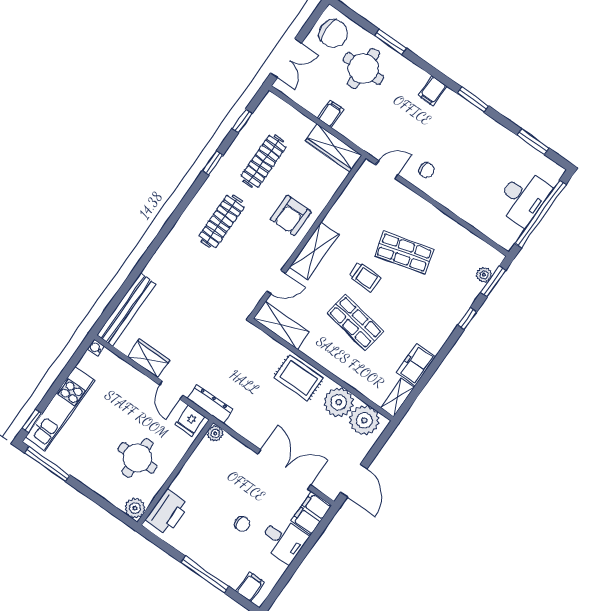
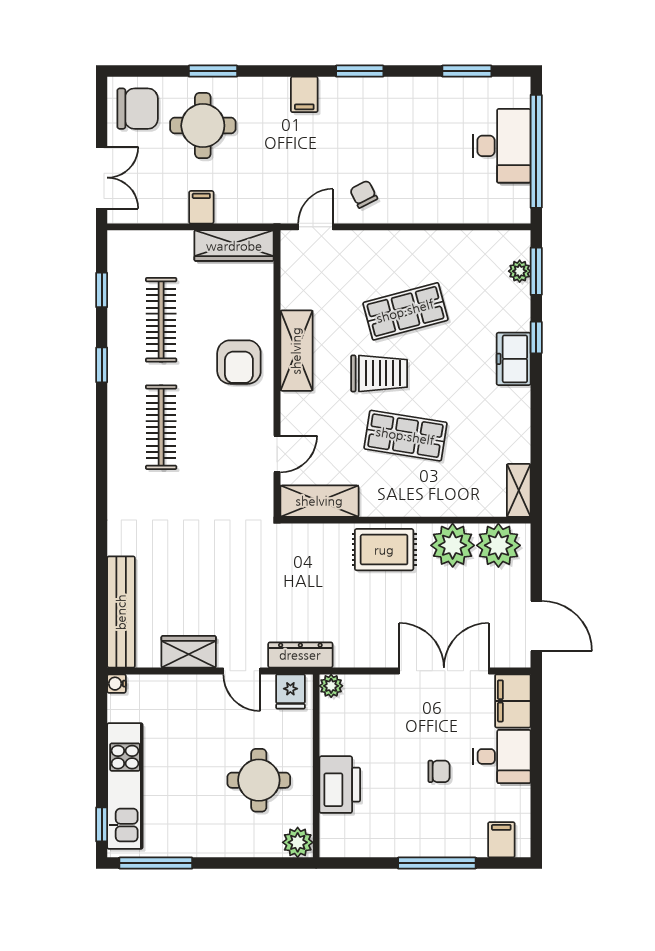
chair: (427, 170) -> (364, 194), turned -117
shelving: (314, 251) -> (296, 351), moved
trolley: (365, 277) -> (379, 373), width x1.36, depth x1.39
freezer: (416, 365) -> (514, 359), moved
printer: (167, 512) -> (340, 785), moved

